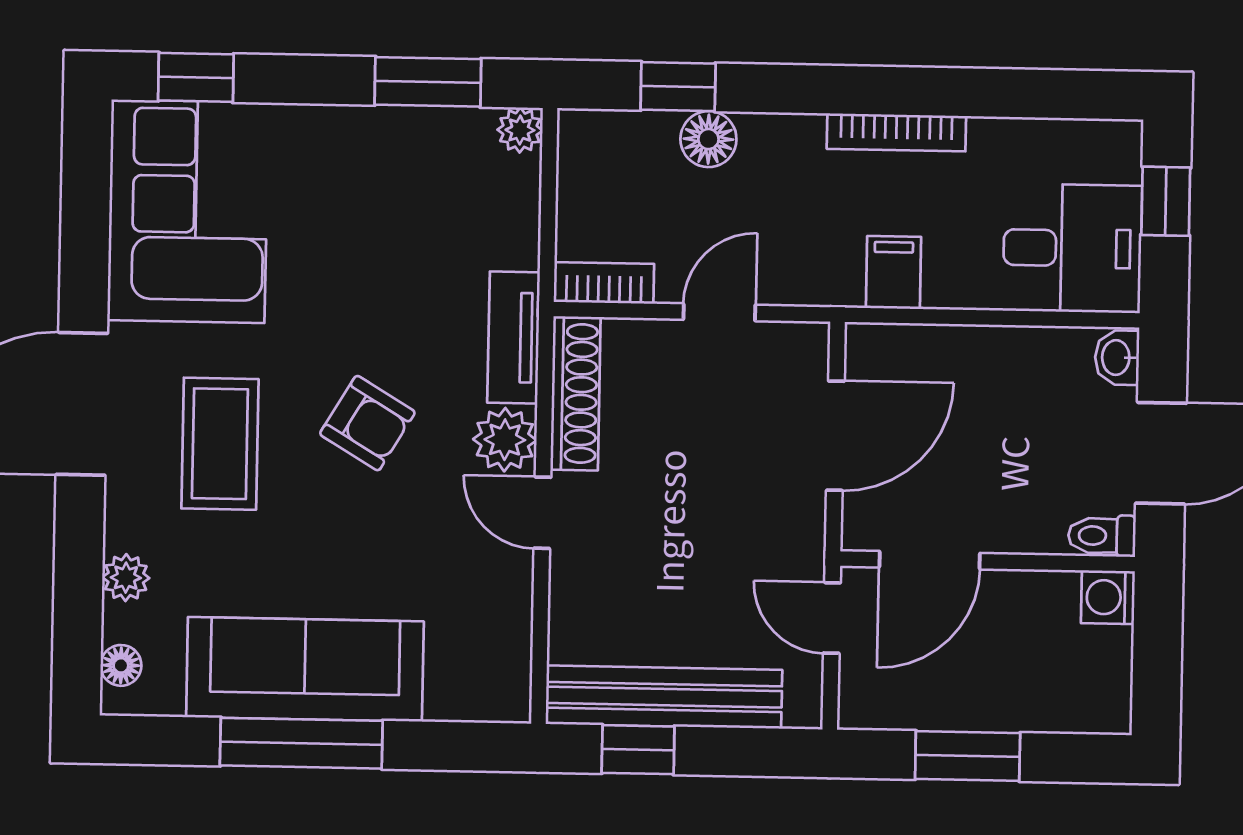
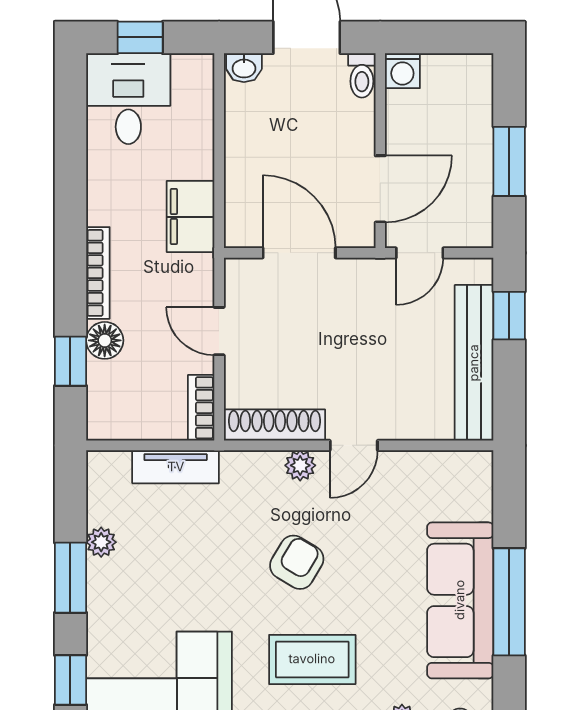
window: (428, 82) -> (70, 578), moved
plant: (520, 130) -> (101, 542), moved
bookcase: (896, 132) -> (98, 273), moved
desk: (1072, 248) -> (128, 99), moved
filing cabinet: (893, 272) -> (191, 217), width x2.00
tv unit: (514, 338) -> (176, 467), moved
plant: (505, 440) -> (300, 465), width x0.73, depth x0.73
door: (930, 560) -> (380, 189), hinge flipped
window: (638, 750) -> (509, 316), moved

